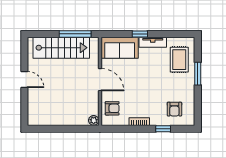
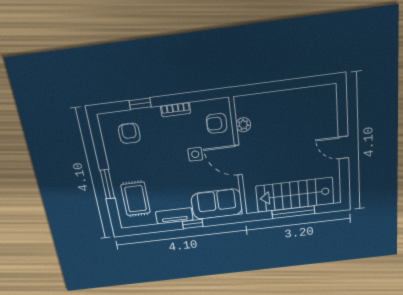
window: (75, 34) -> (293, 212), moved
side table: (130, 88) -> (195, 154), added
plant: (94, 120) -> (243, 125), moved

